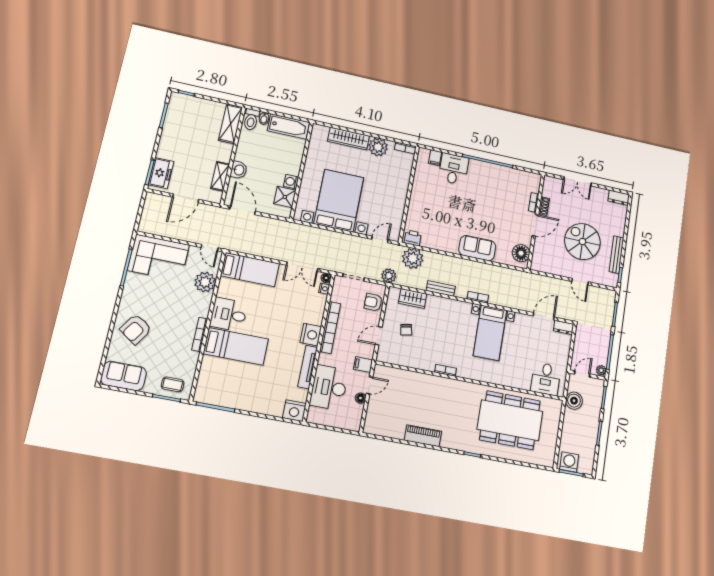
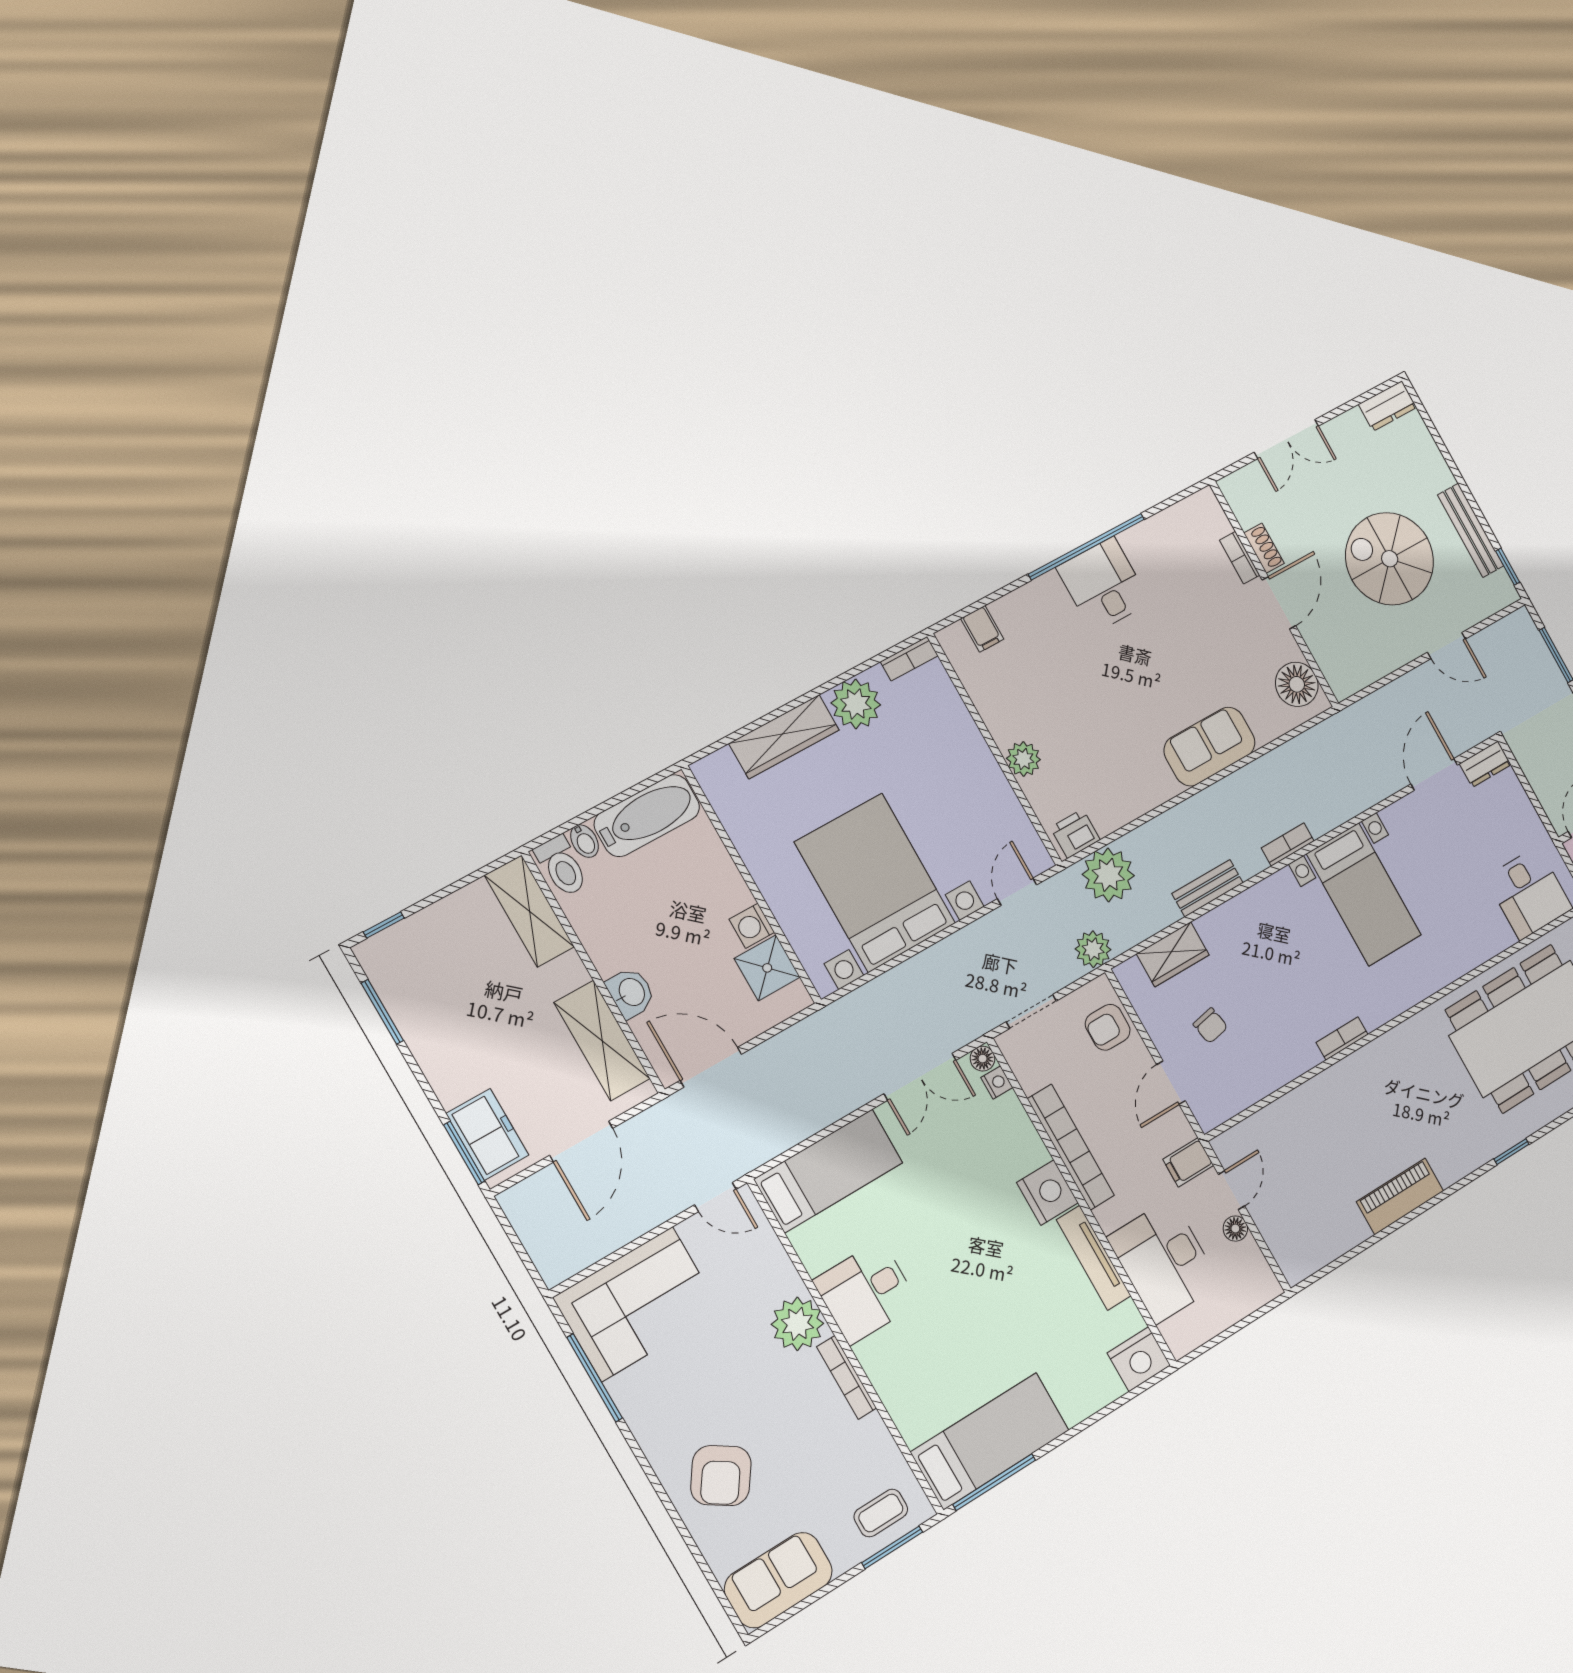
desk: (453, 169) -> (1103, 585), moved
shelving: (220, 176) -> (602, 1041), width x1.50, depth x1.33
plant: (415, 204) -> (1023, 759), added
plant: (205, 282) -> (797, 1324), moved
bed: (236, 346) -> (990, 1441), moved

